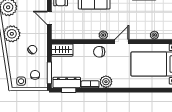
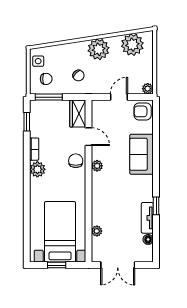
door: (122, 42) -> (89, 137), moved
dresser: (67, 82) -> (36, 119), removed

